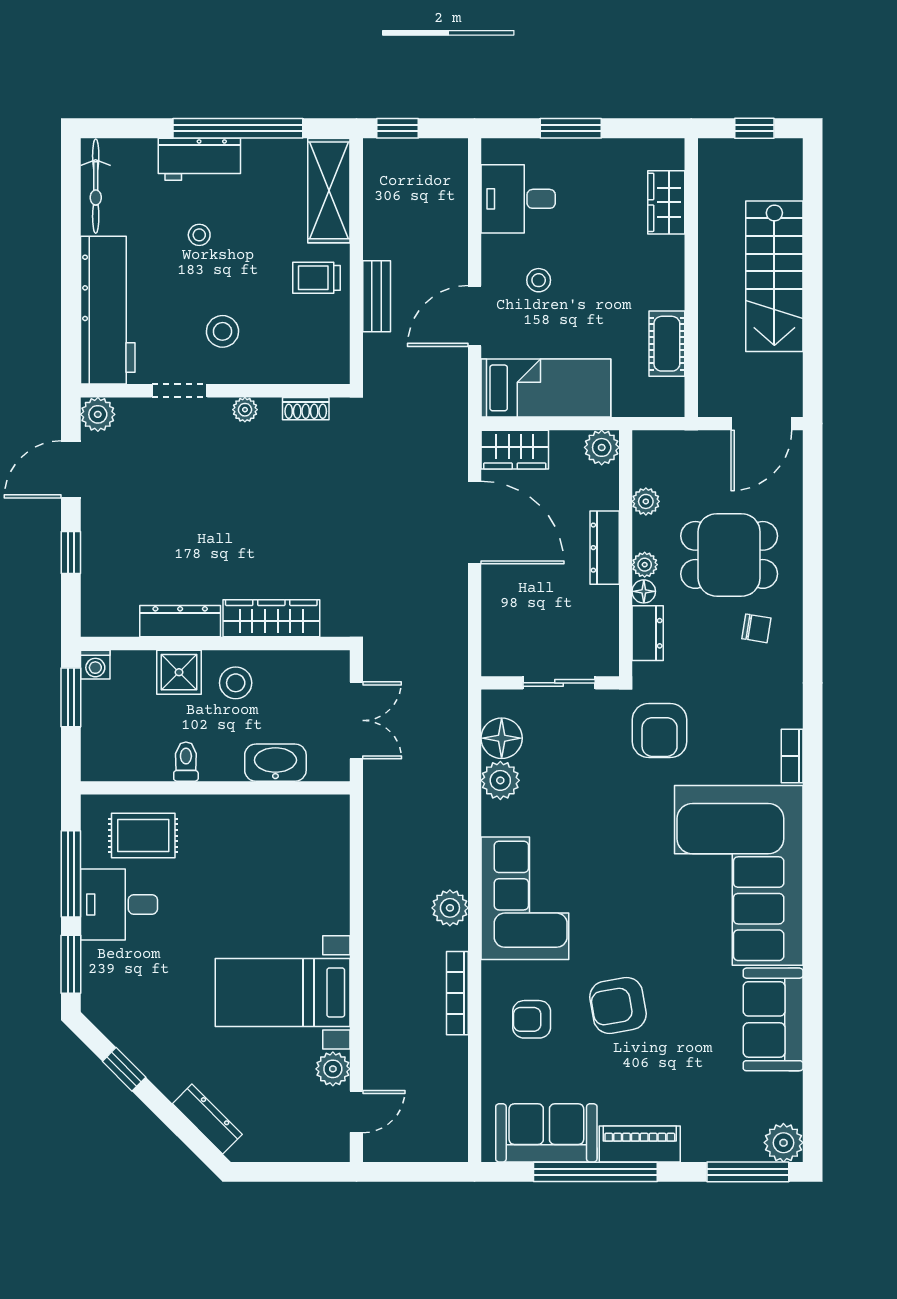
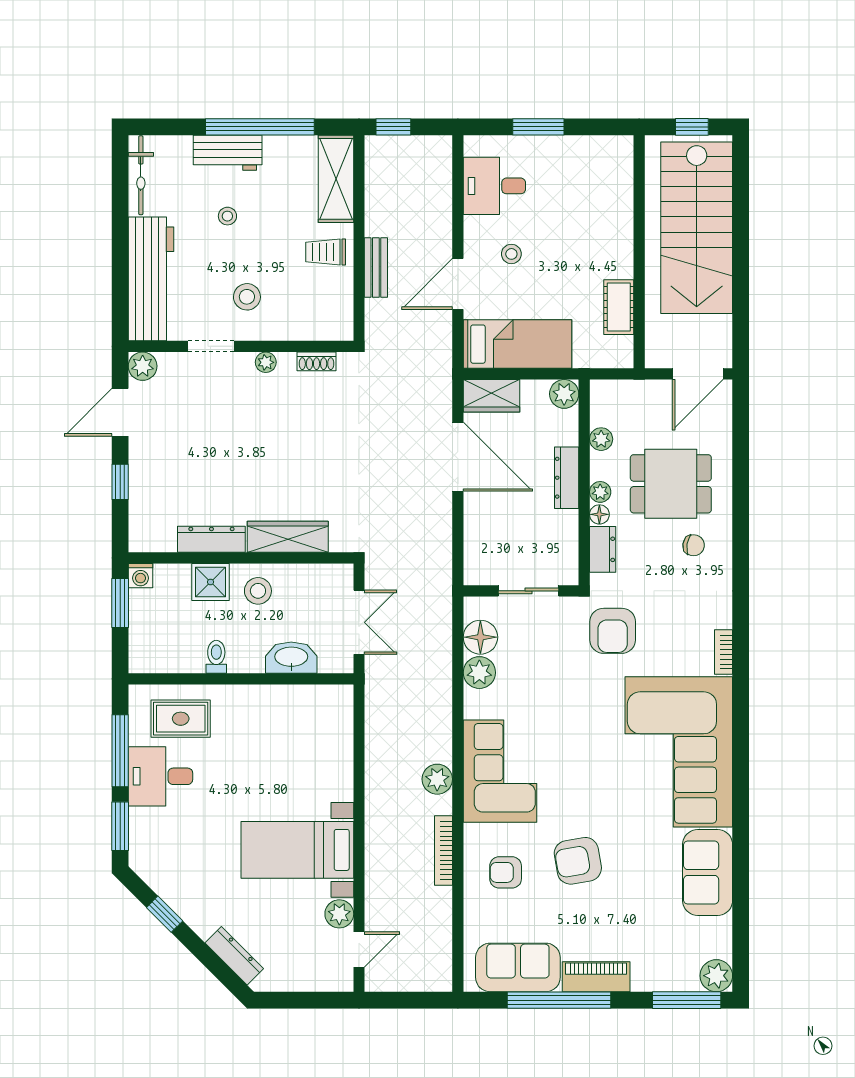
wardrobe: (666, 202) -> (618, 189), removed
stairs: (774, 276) -> (697, 228), width x1.36, depth x1.51

